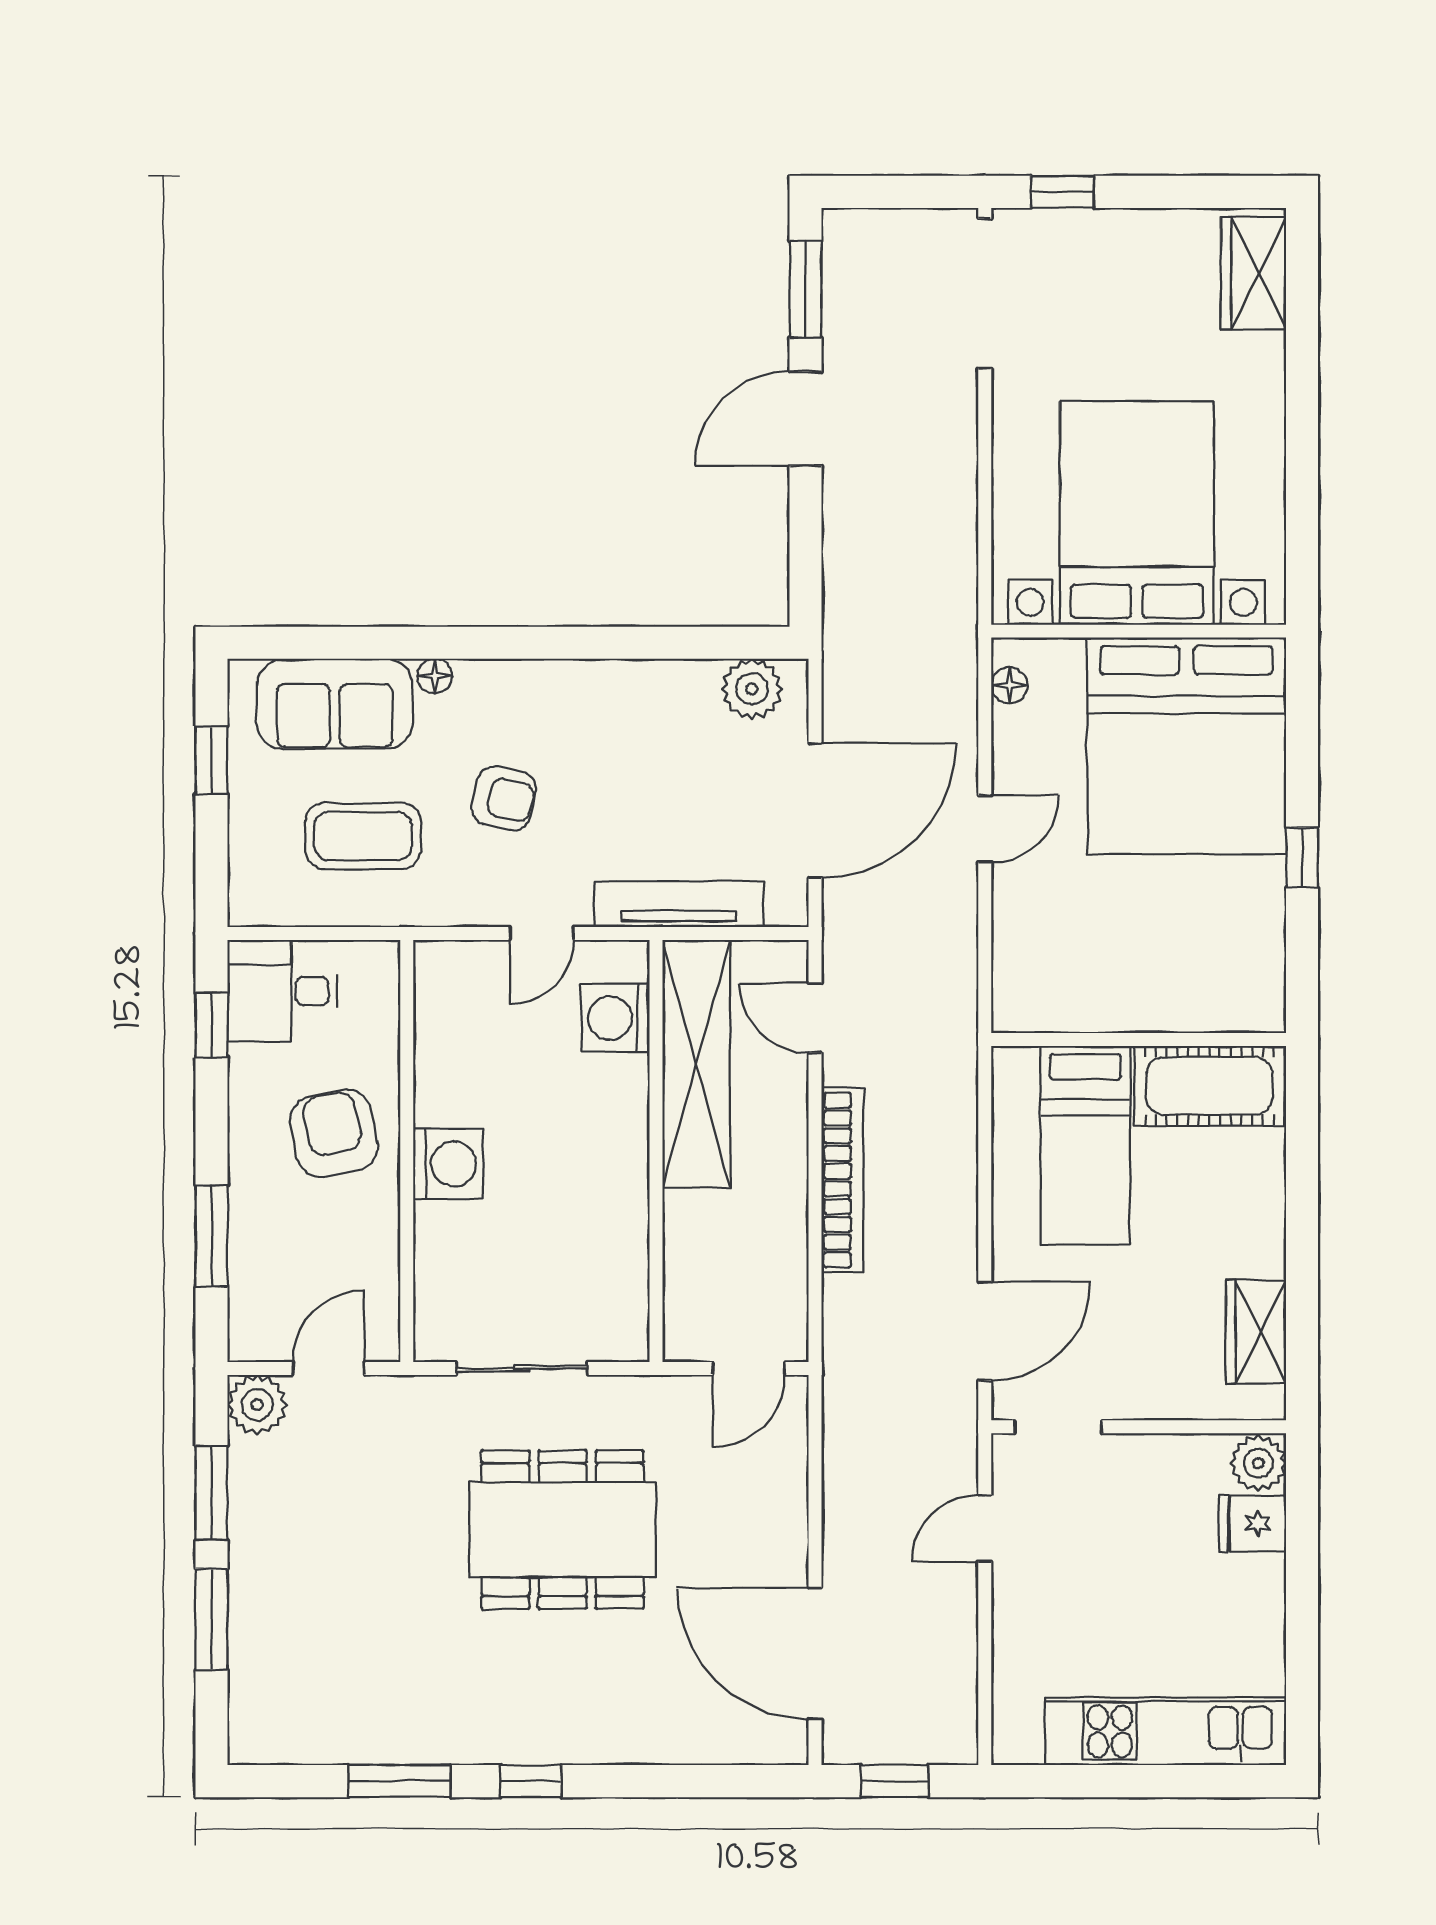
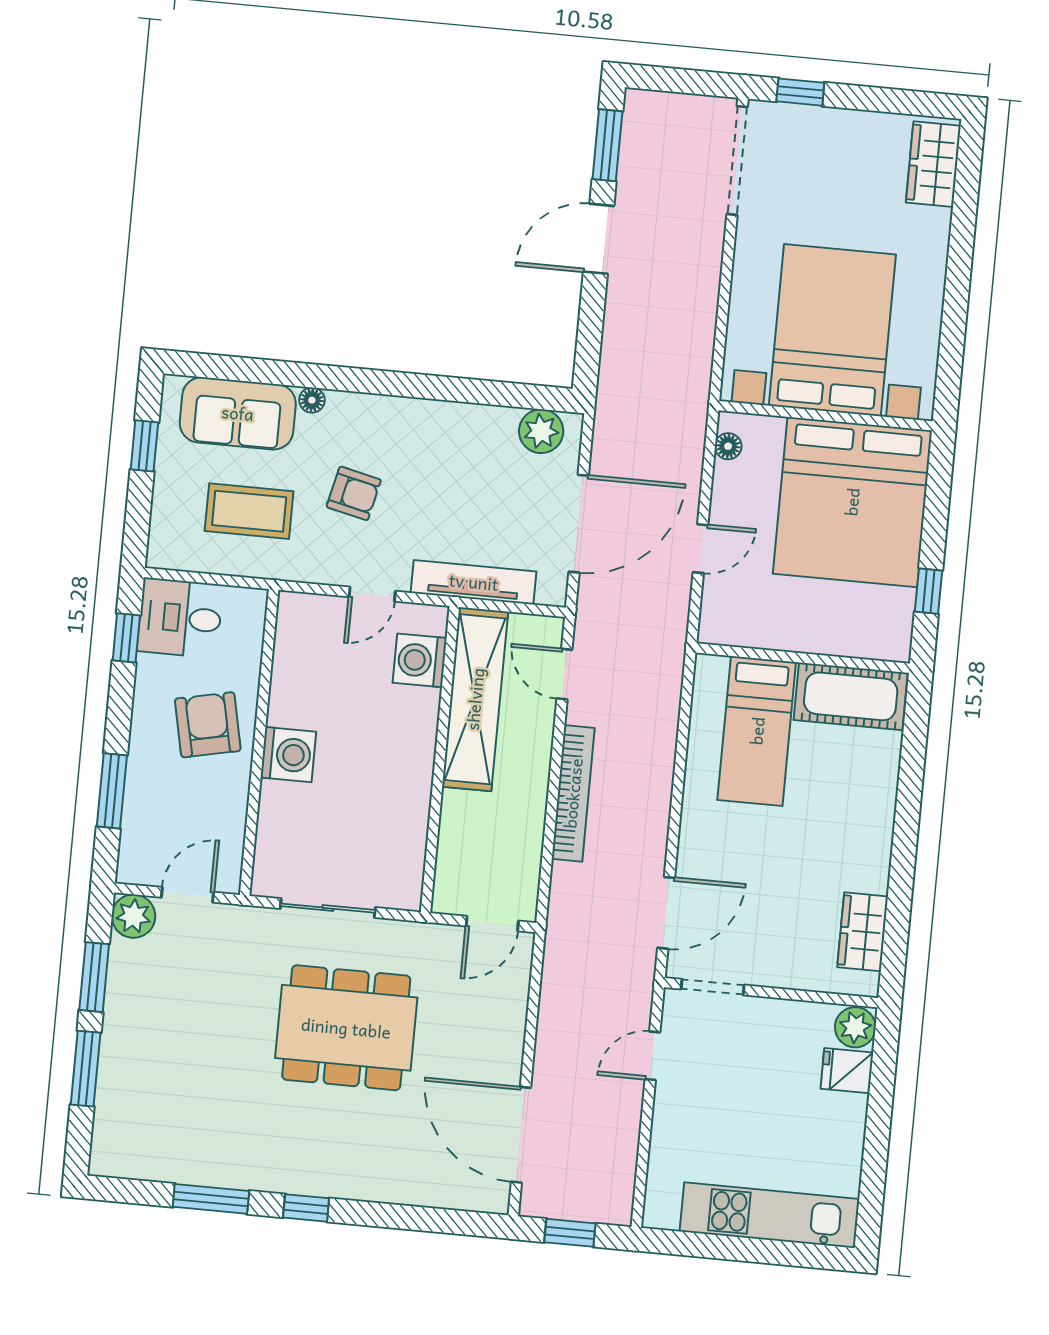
wall: (1139, 1040) -> (803, 658), moved
cot: (1209, 1086) -> (851, 696), moved
bed: (1085, 1145) -> (757, 731), moved

